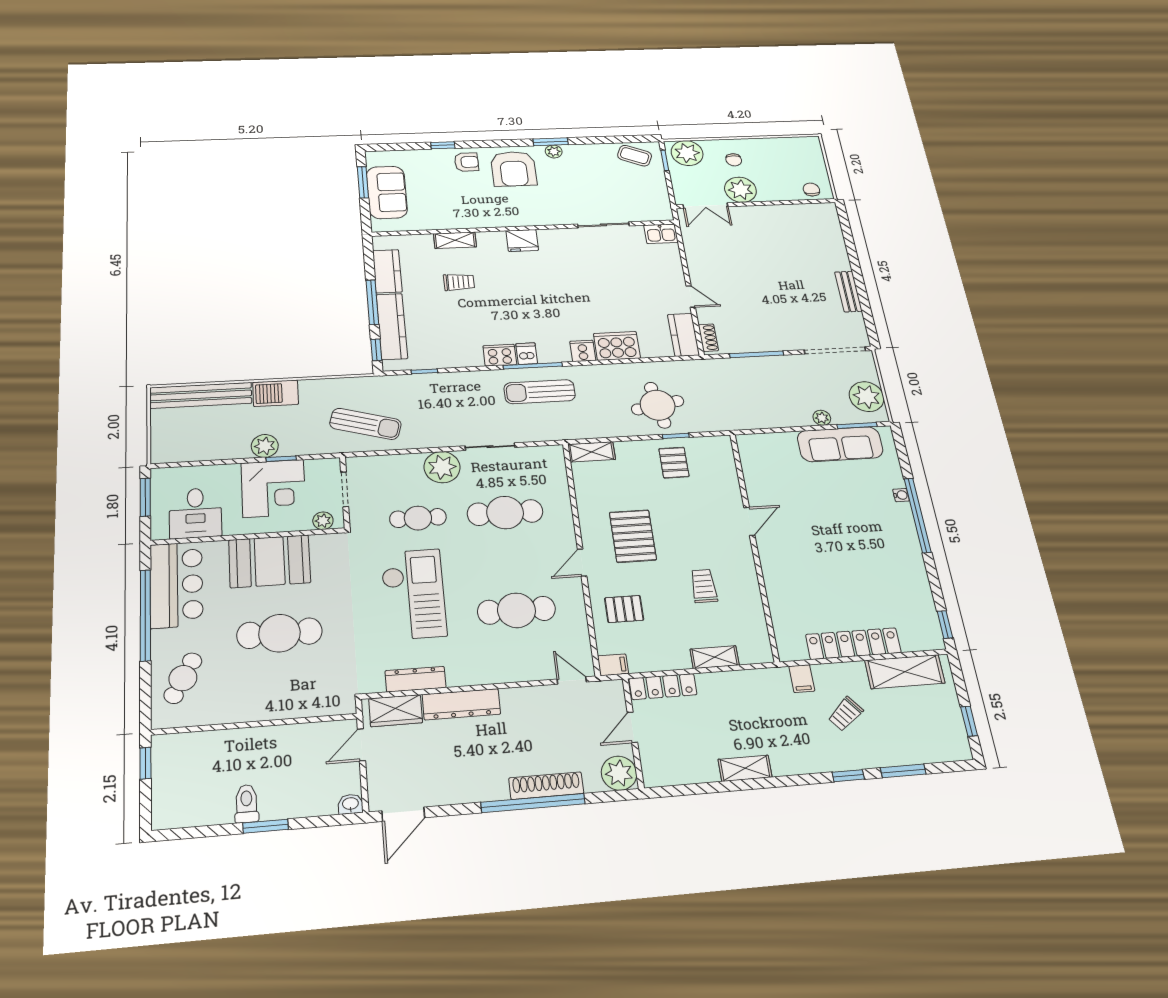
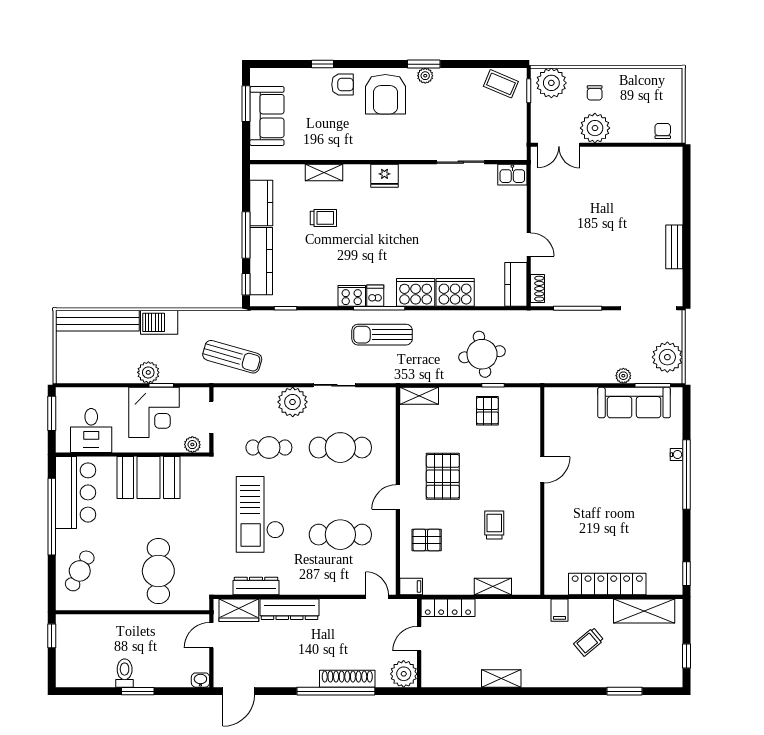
cooker: (583, 351) -> (416, 292), width x1.87, depth x1.31
checkout: (413, 594) -> (260, 514), turned 180
cafe table: (279, 633) -> (158, 571), moved, turned 90
window: (848, 776) -> (580, 691), removed

